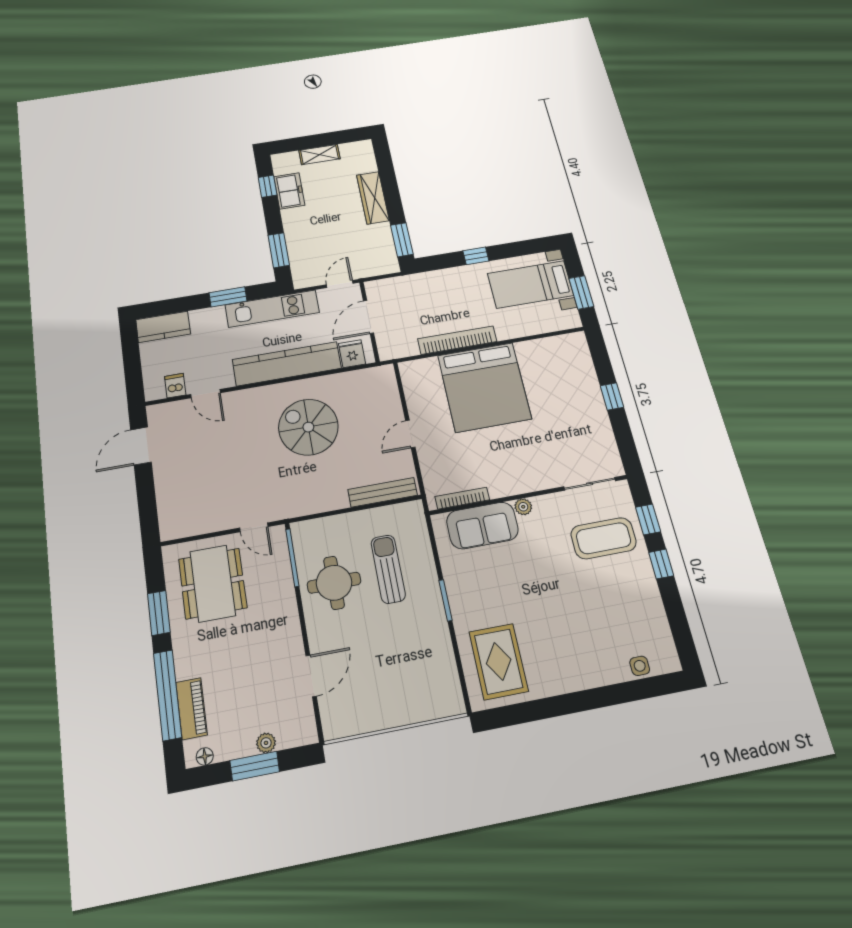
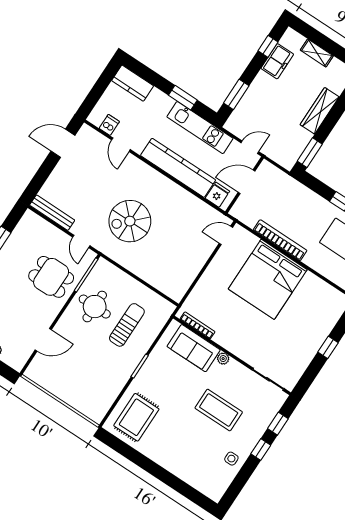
spiral stairs: (308, 427) -> (130, 221), moved, turned -90
door: (410, 434) -> (226, 235), moved
bench: (383, 492) -> (52, 213), moved
coffee table: (604, 538) -> (219, 410), moved
dining table: (213, 583) -> (51, 277), moved, width x0.73
side table: (640, 666) -> (231, 459), moved

